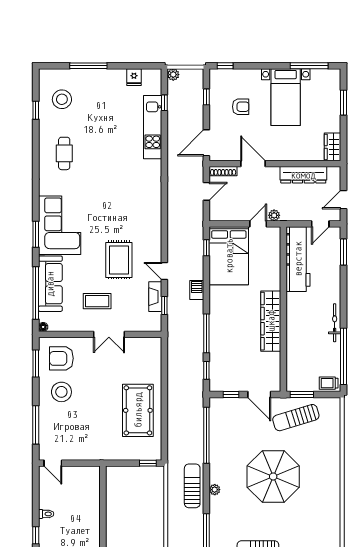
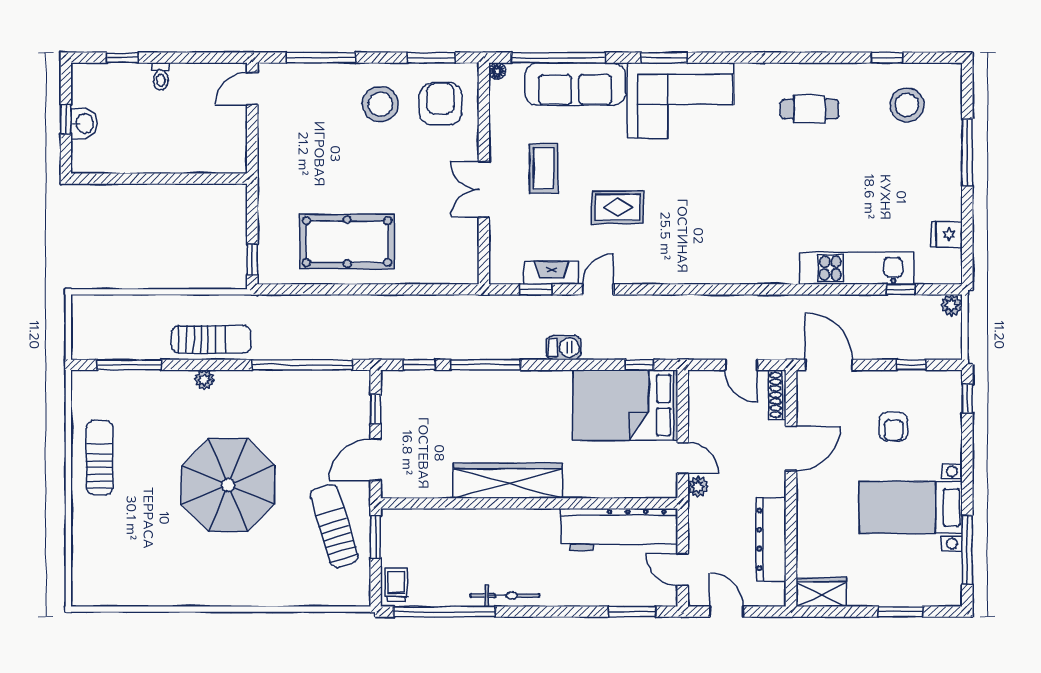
rug: (119, 260) -> (618, 207), width x0.73, depth x0.70

